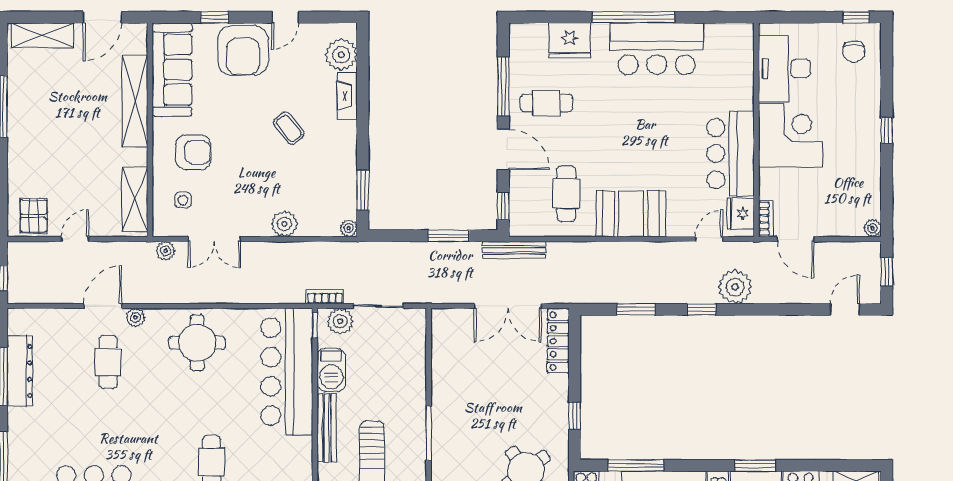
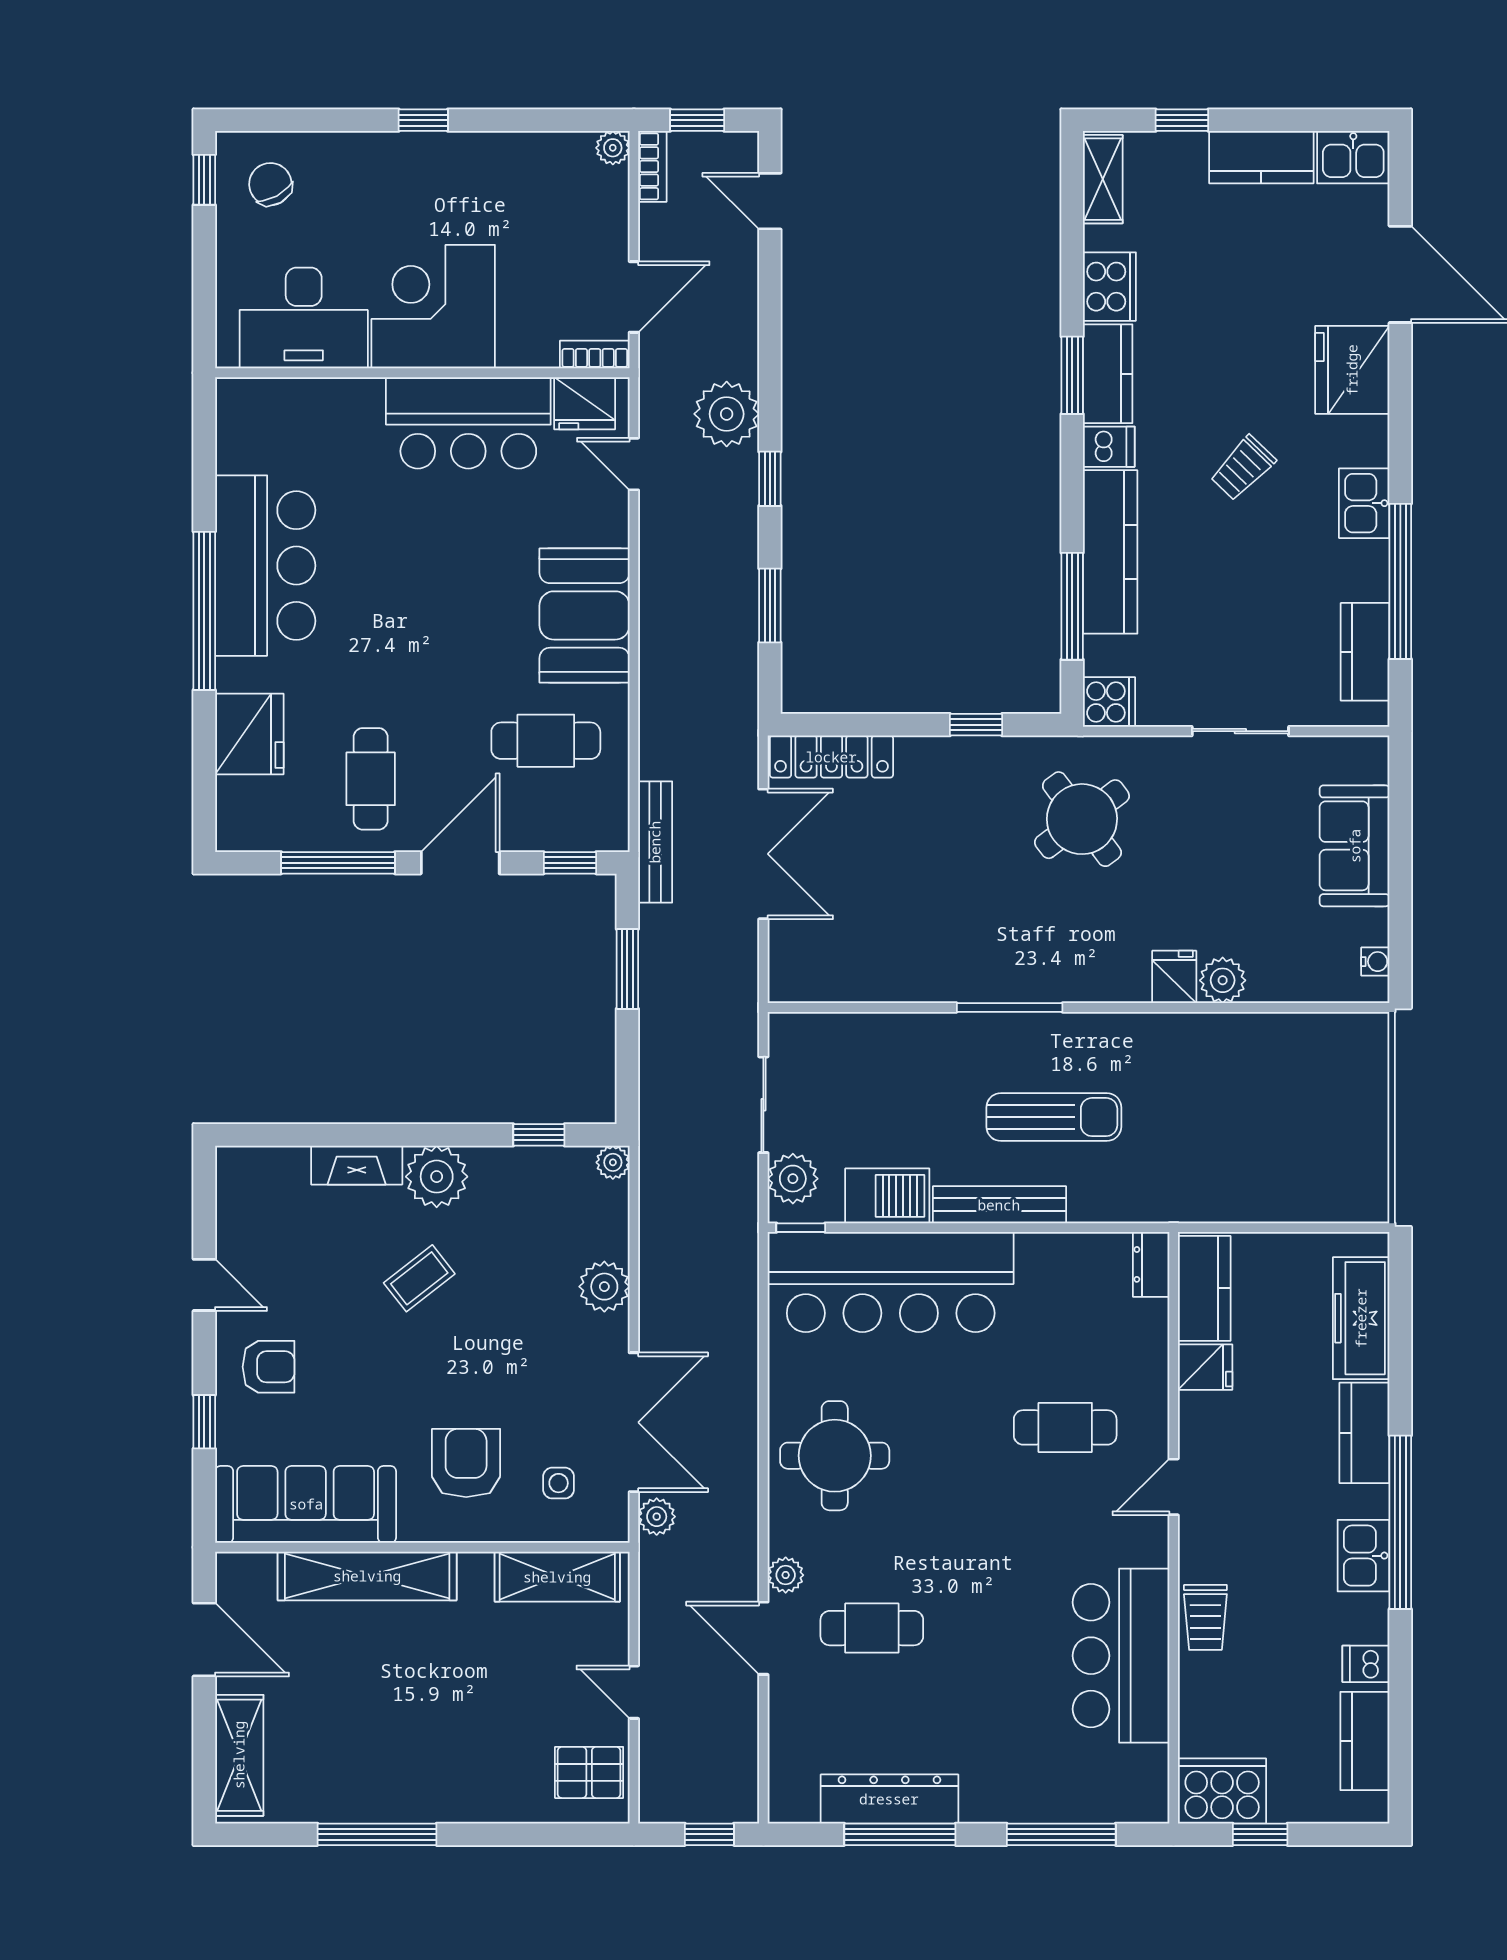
armchair: (243, 50) -> (268, 1367), width x0.53, depth x0.53
chair: (854, 51) -> (270, 184), turned -119
plant: (341, 55) -> (437, 1177), moved
window: (363, 190) -> (539, 1135), width x0.67
double door: (214, 239) -> (634, 1422), width x1.37
bookcase: (325, 296) -> (652, 166), moved, turned 180

